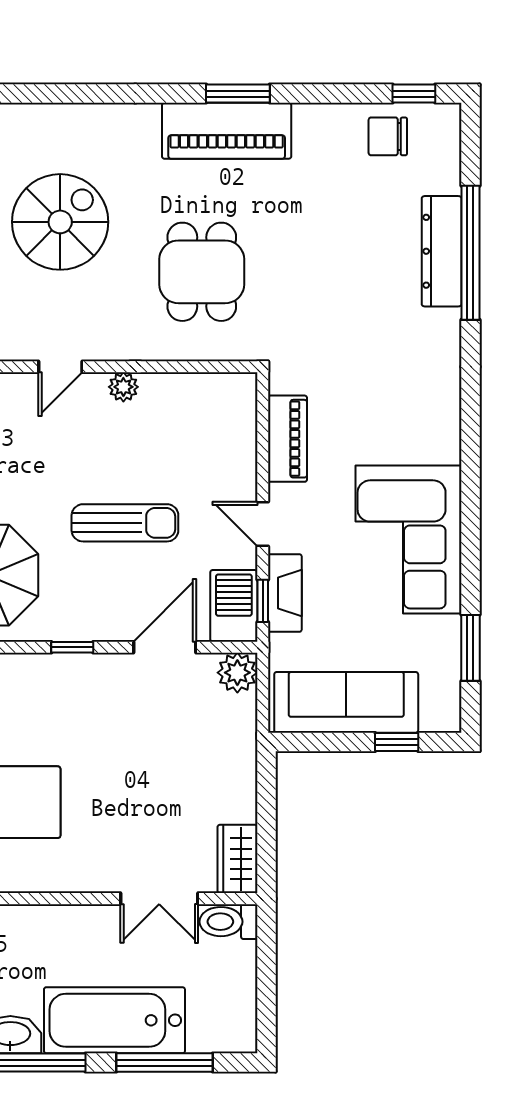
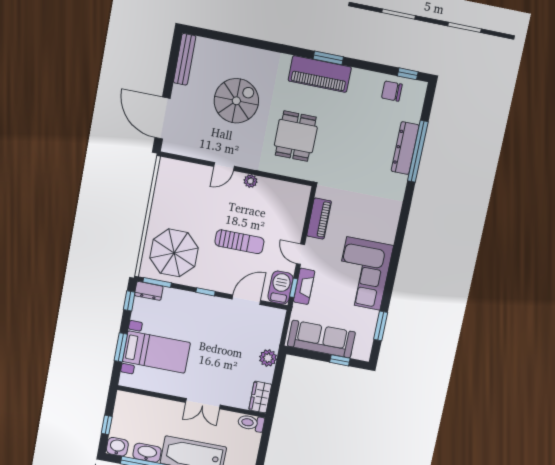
plant: (237, 673) -> (268, 358), moved
double door: (159, 899) -> (203, 404), moved

